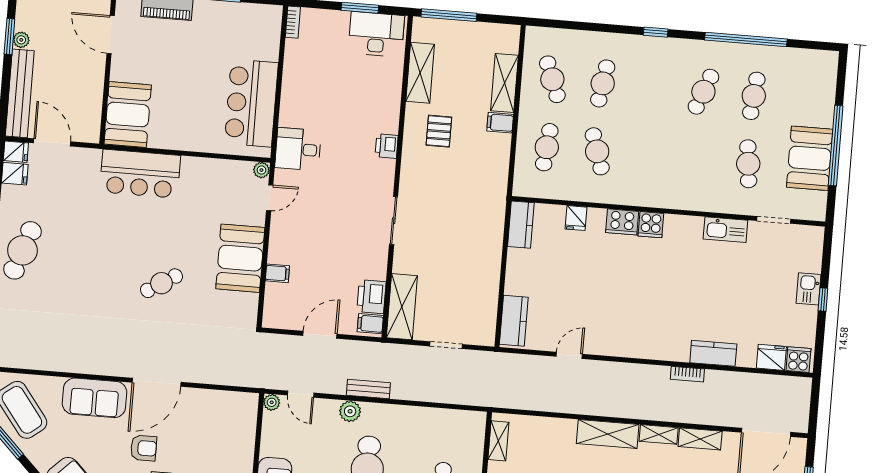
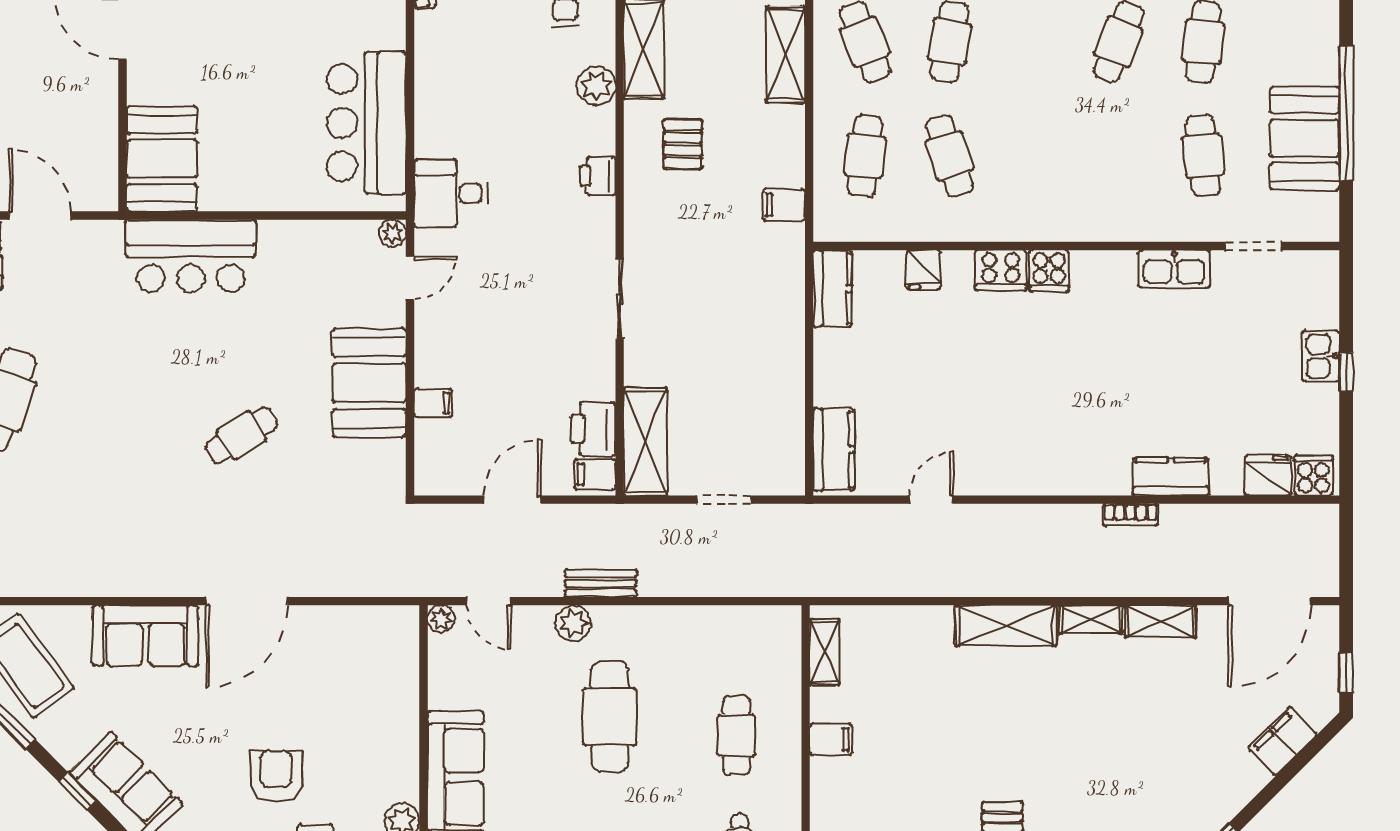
plant: (390, 92) -> (596, 86), added
filing cabinet: (500, 123) -> (784, 205), moved
armchair: (144, 448) -> (234, 713), removed

